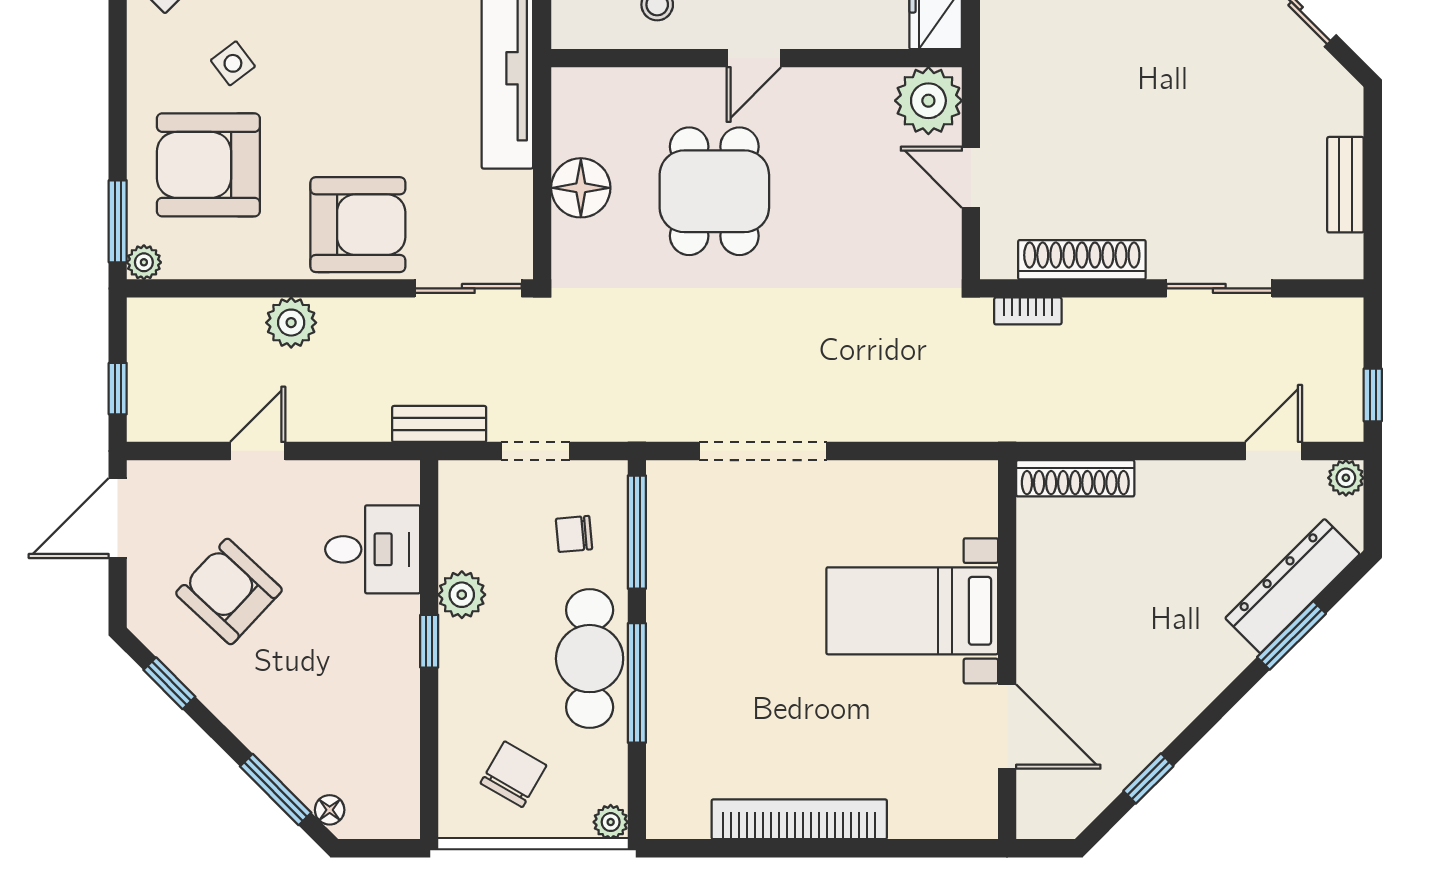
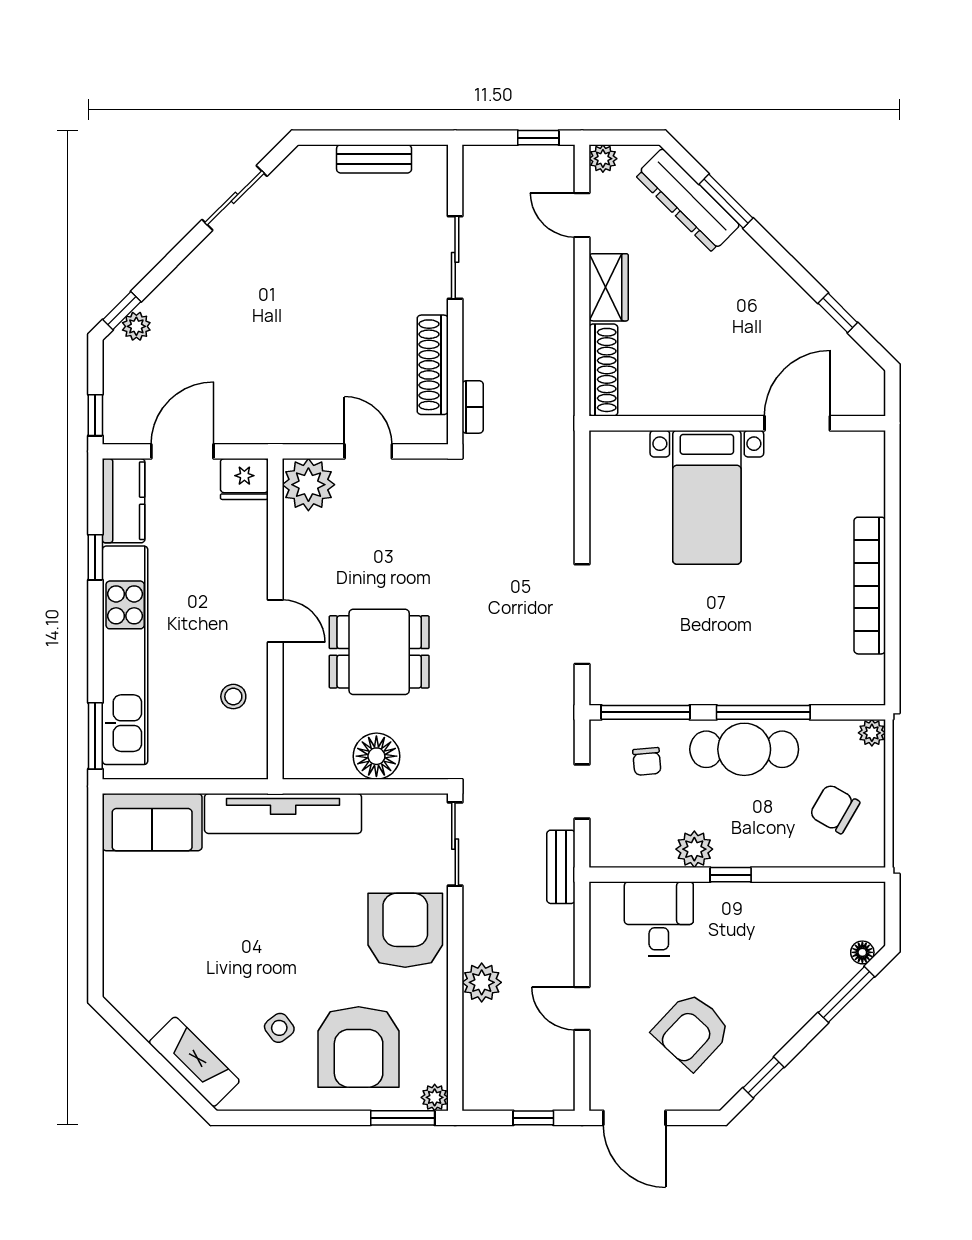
door: (971, 177) -> (368, 451), swing flipped
wardrobe: (1181, 485) -> (609, 287), added

